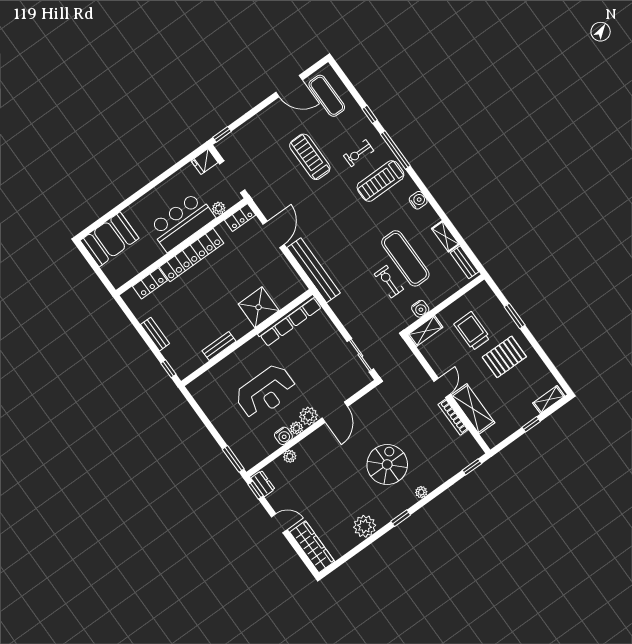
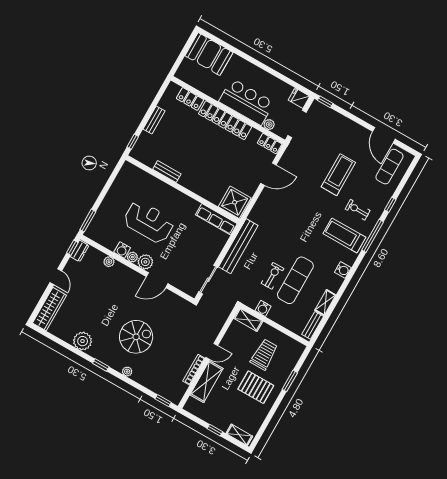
bench: (314, 270) -> (238, 246), moved
shower: (259, 307) -> (235, 202), moved
row of seats: (290, 321) -> (216, 219), width x0.73
reception desk: (266, 392) -> (149, 222), turned 180

